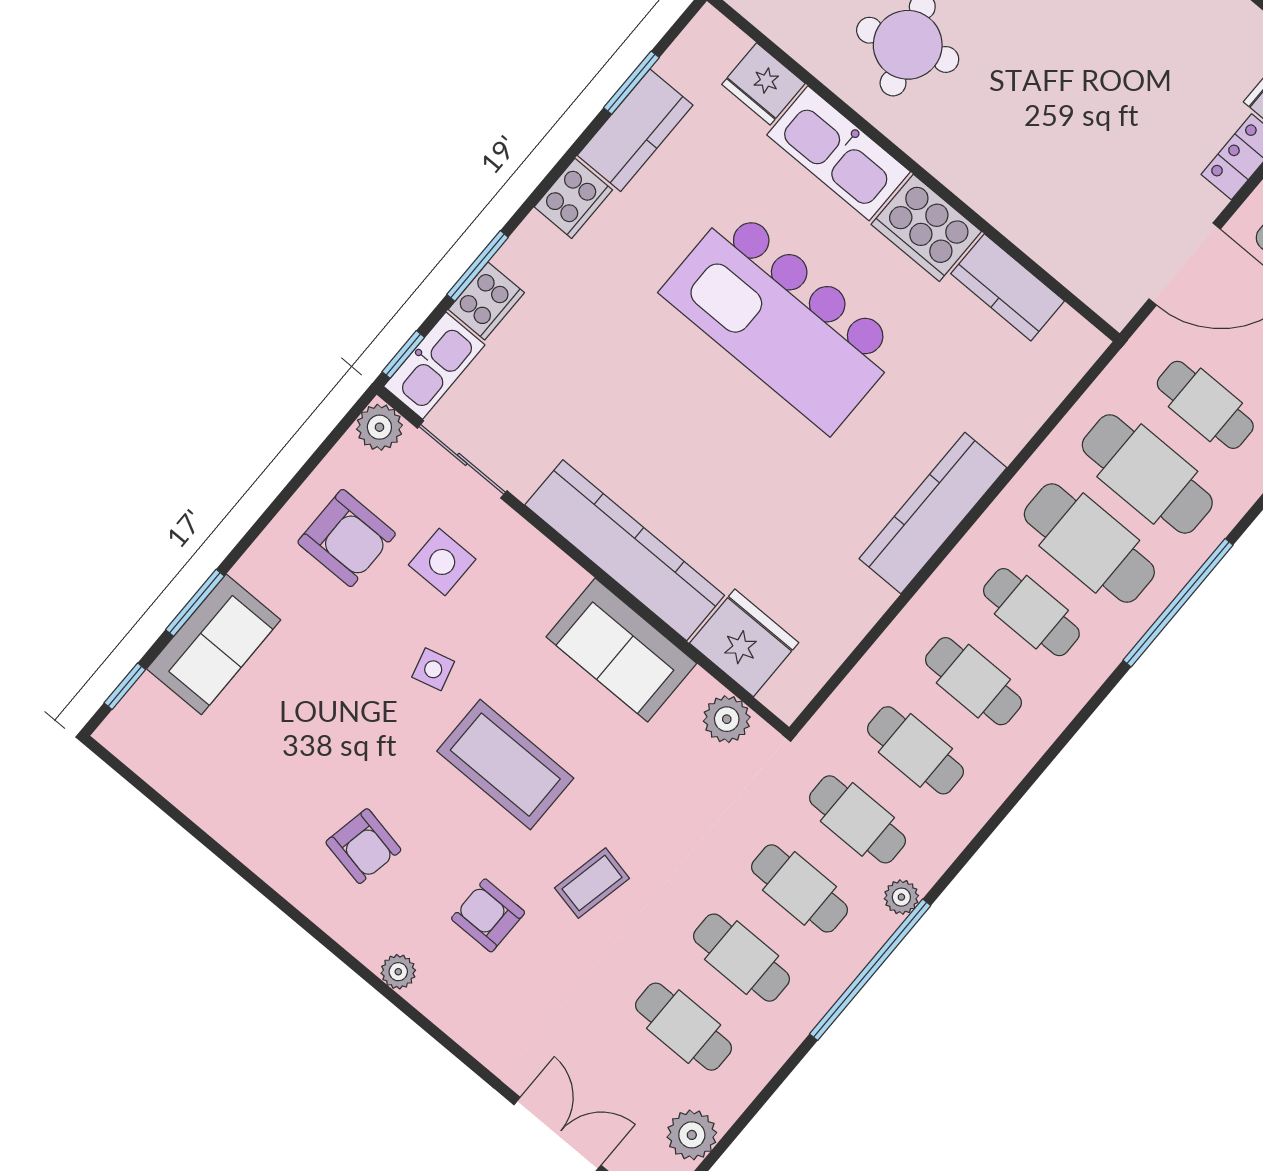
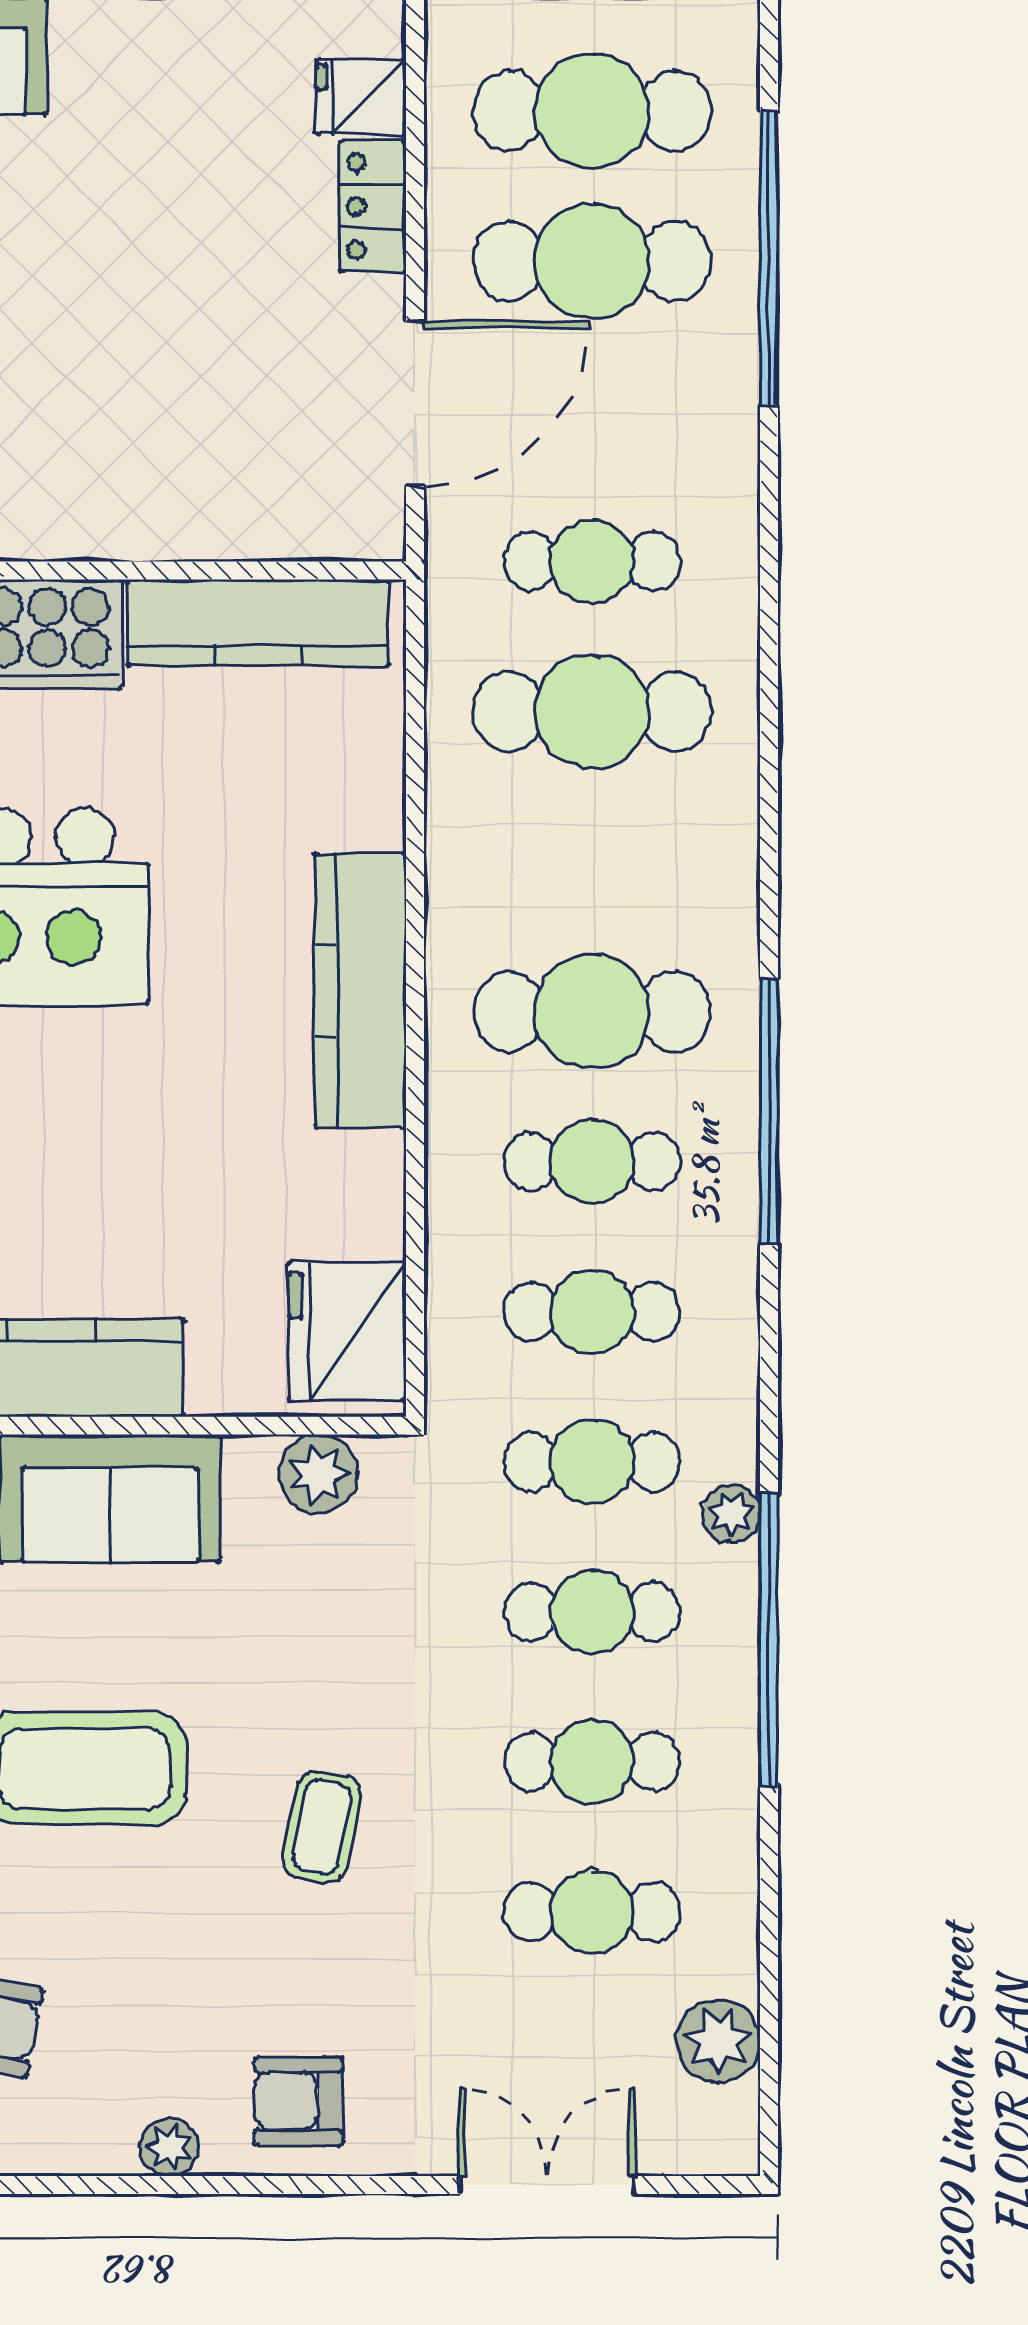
kitchen counter: (1008, 287) -> (258, 623), width x1.50
cafe table: (1089, 543) -> (592, 861), removed
window: (1178, 603) -> (769, 1112), moved
cafe table: (1031, 612) -> (592, 1011), width x1.37, depth x1.35
fridge: (744, 643) -> (347, 1331), moved, turned -90
armchair: (488, 915) -> (298, 2101), moved

